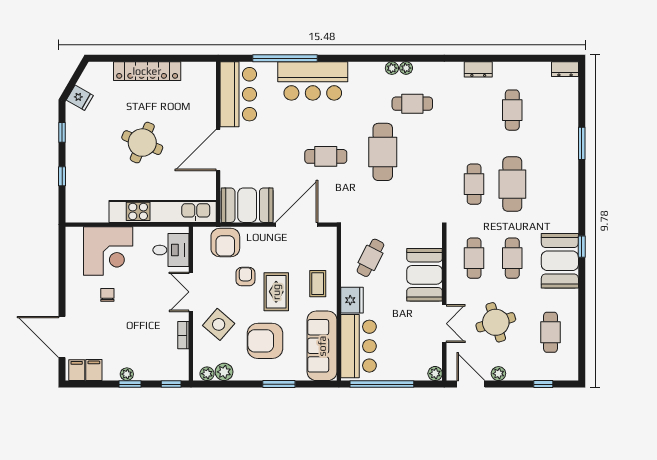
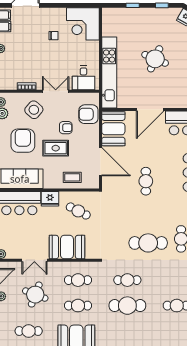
door: (218, 150) -> (150, 109), swing flipped
cafe table: (383, 152) -> (148, 243), moved
corner desk: (108, 251) -> (83, 24), moved
coffee table: (318, 284) -> (72, 177), moved
round table: (496, 322) -> (35, 295), turned 38

